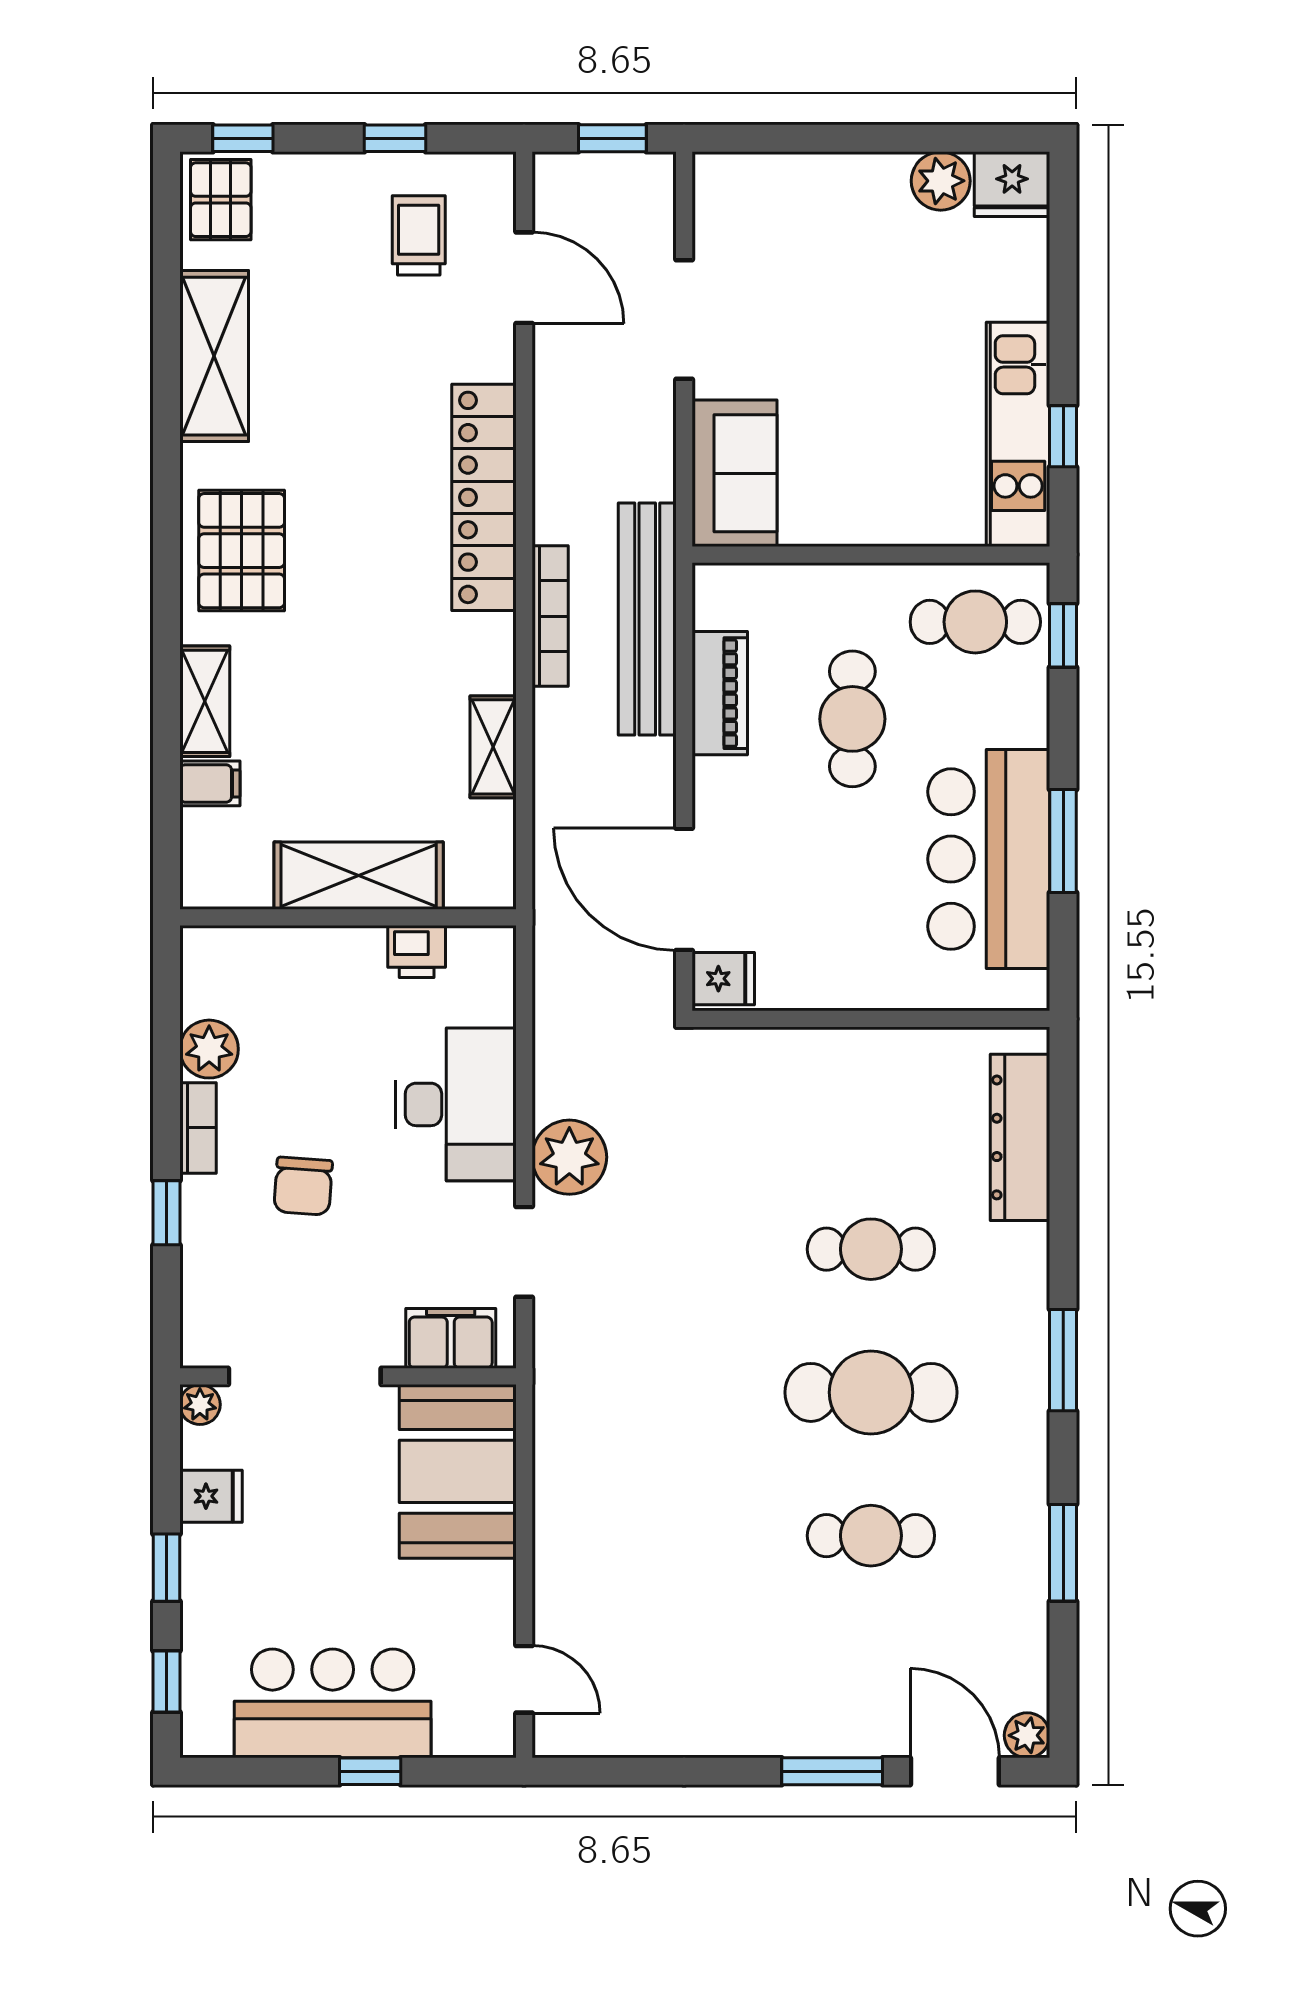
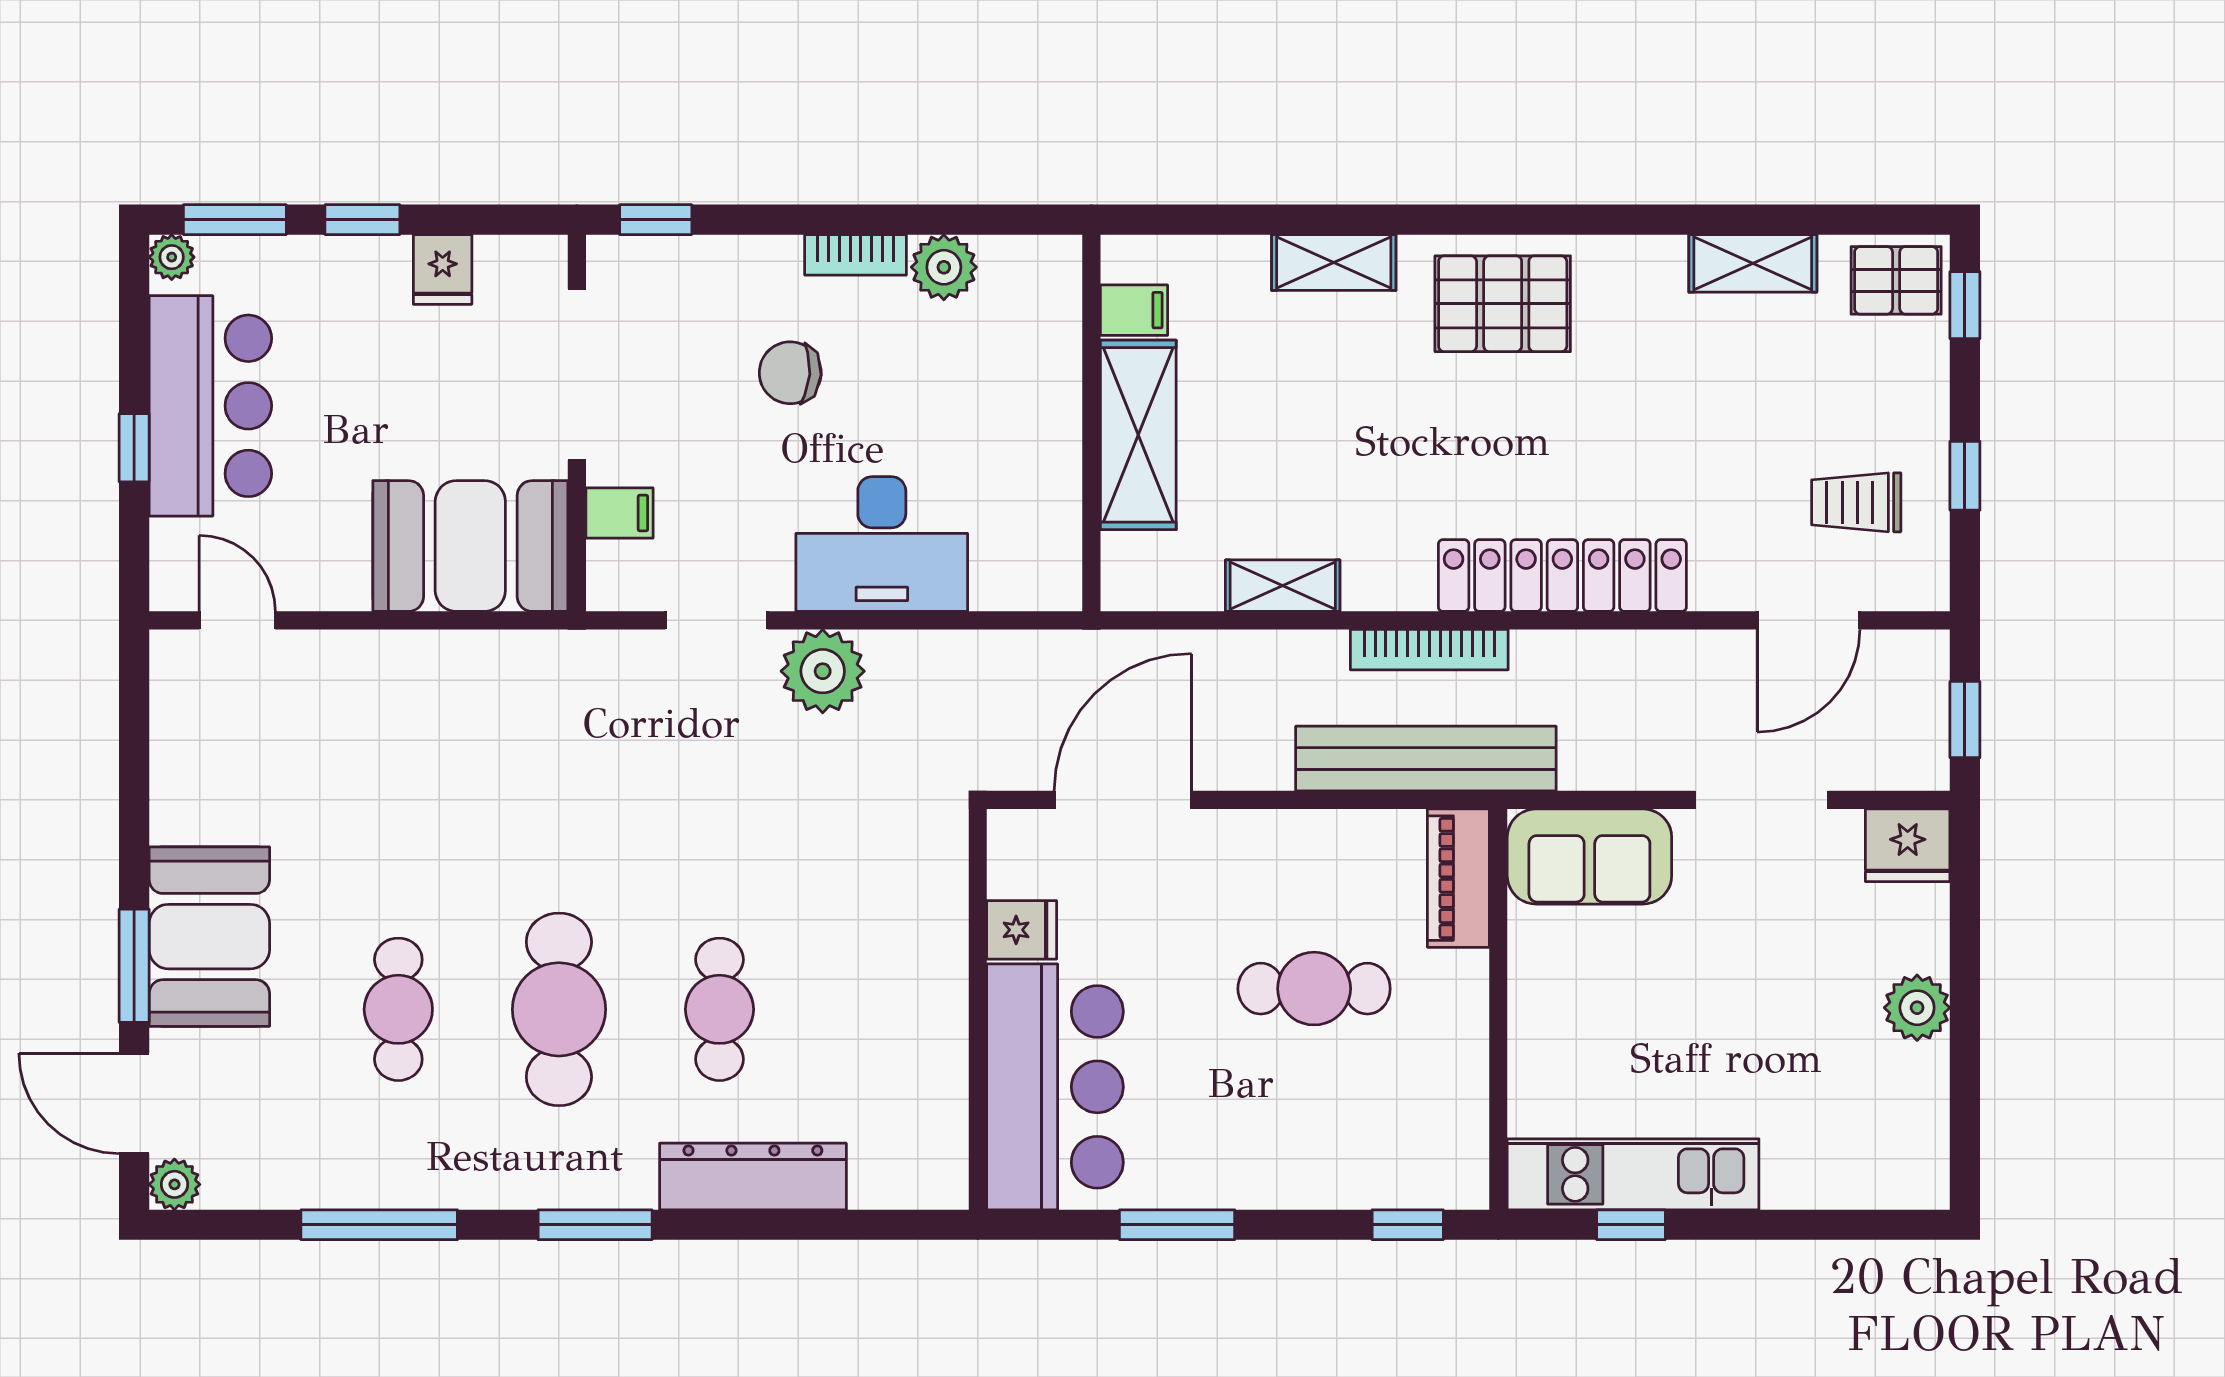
plant: (941, 181) -> (1917, 1008), moved
fridge: (1012, 184) -> (1908, 845), moved, turned -90
trolley: (419, 235) -> (1856, 502), turned 180
shelving: (214, 356) -> (1753, 263), width x0.67, depth x0.75
cafe table: (975, 622) -> (1423, 1126), removed
piano: (720, 693) -> (1458, 878), moved, turned 90
filing cabinet: (210, 783) -> (1134, 310), moved, turned -90
bar counter: (989, 859) -> (1055, 1087), moved, turned 90
printer: (417, 952) -> (1053, 500), removed
fridge: (723, 979) -> (1022, 930), moved, turned -90
dresser: (1020, 1137) -> (753, 1176), moved
window: (167, 1213) -> (656, 220), moved
filing cabinet: (451, 1338) -> (619, 513), width x0.50
plant: (200, 1405) -> (172, 257), moved
window: (1063, 1553) -> (379, 1225), width x1.44
door: (524, 1679) -> (237, 620), swing flipped
window: (167, 1682) -> (235, 220), width x1.50
booth: (806, 1704) -> (209, 937), added
door: (955, 1771) -> (134, 1103), swing flipped

